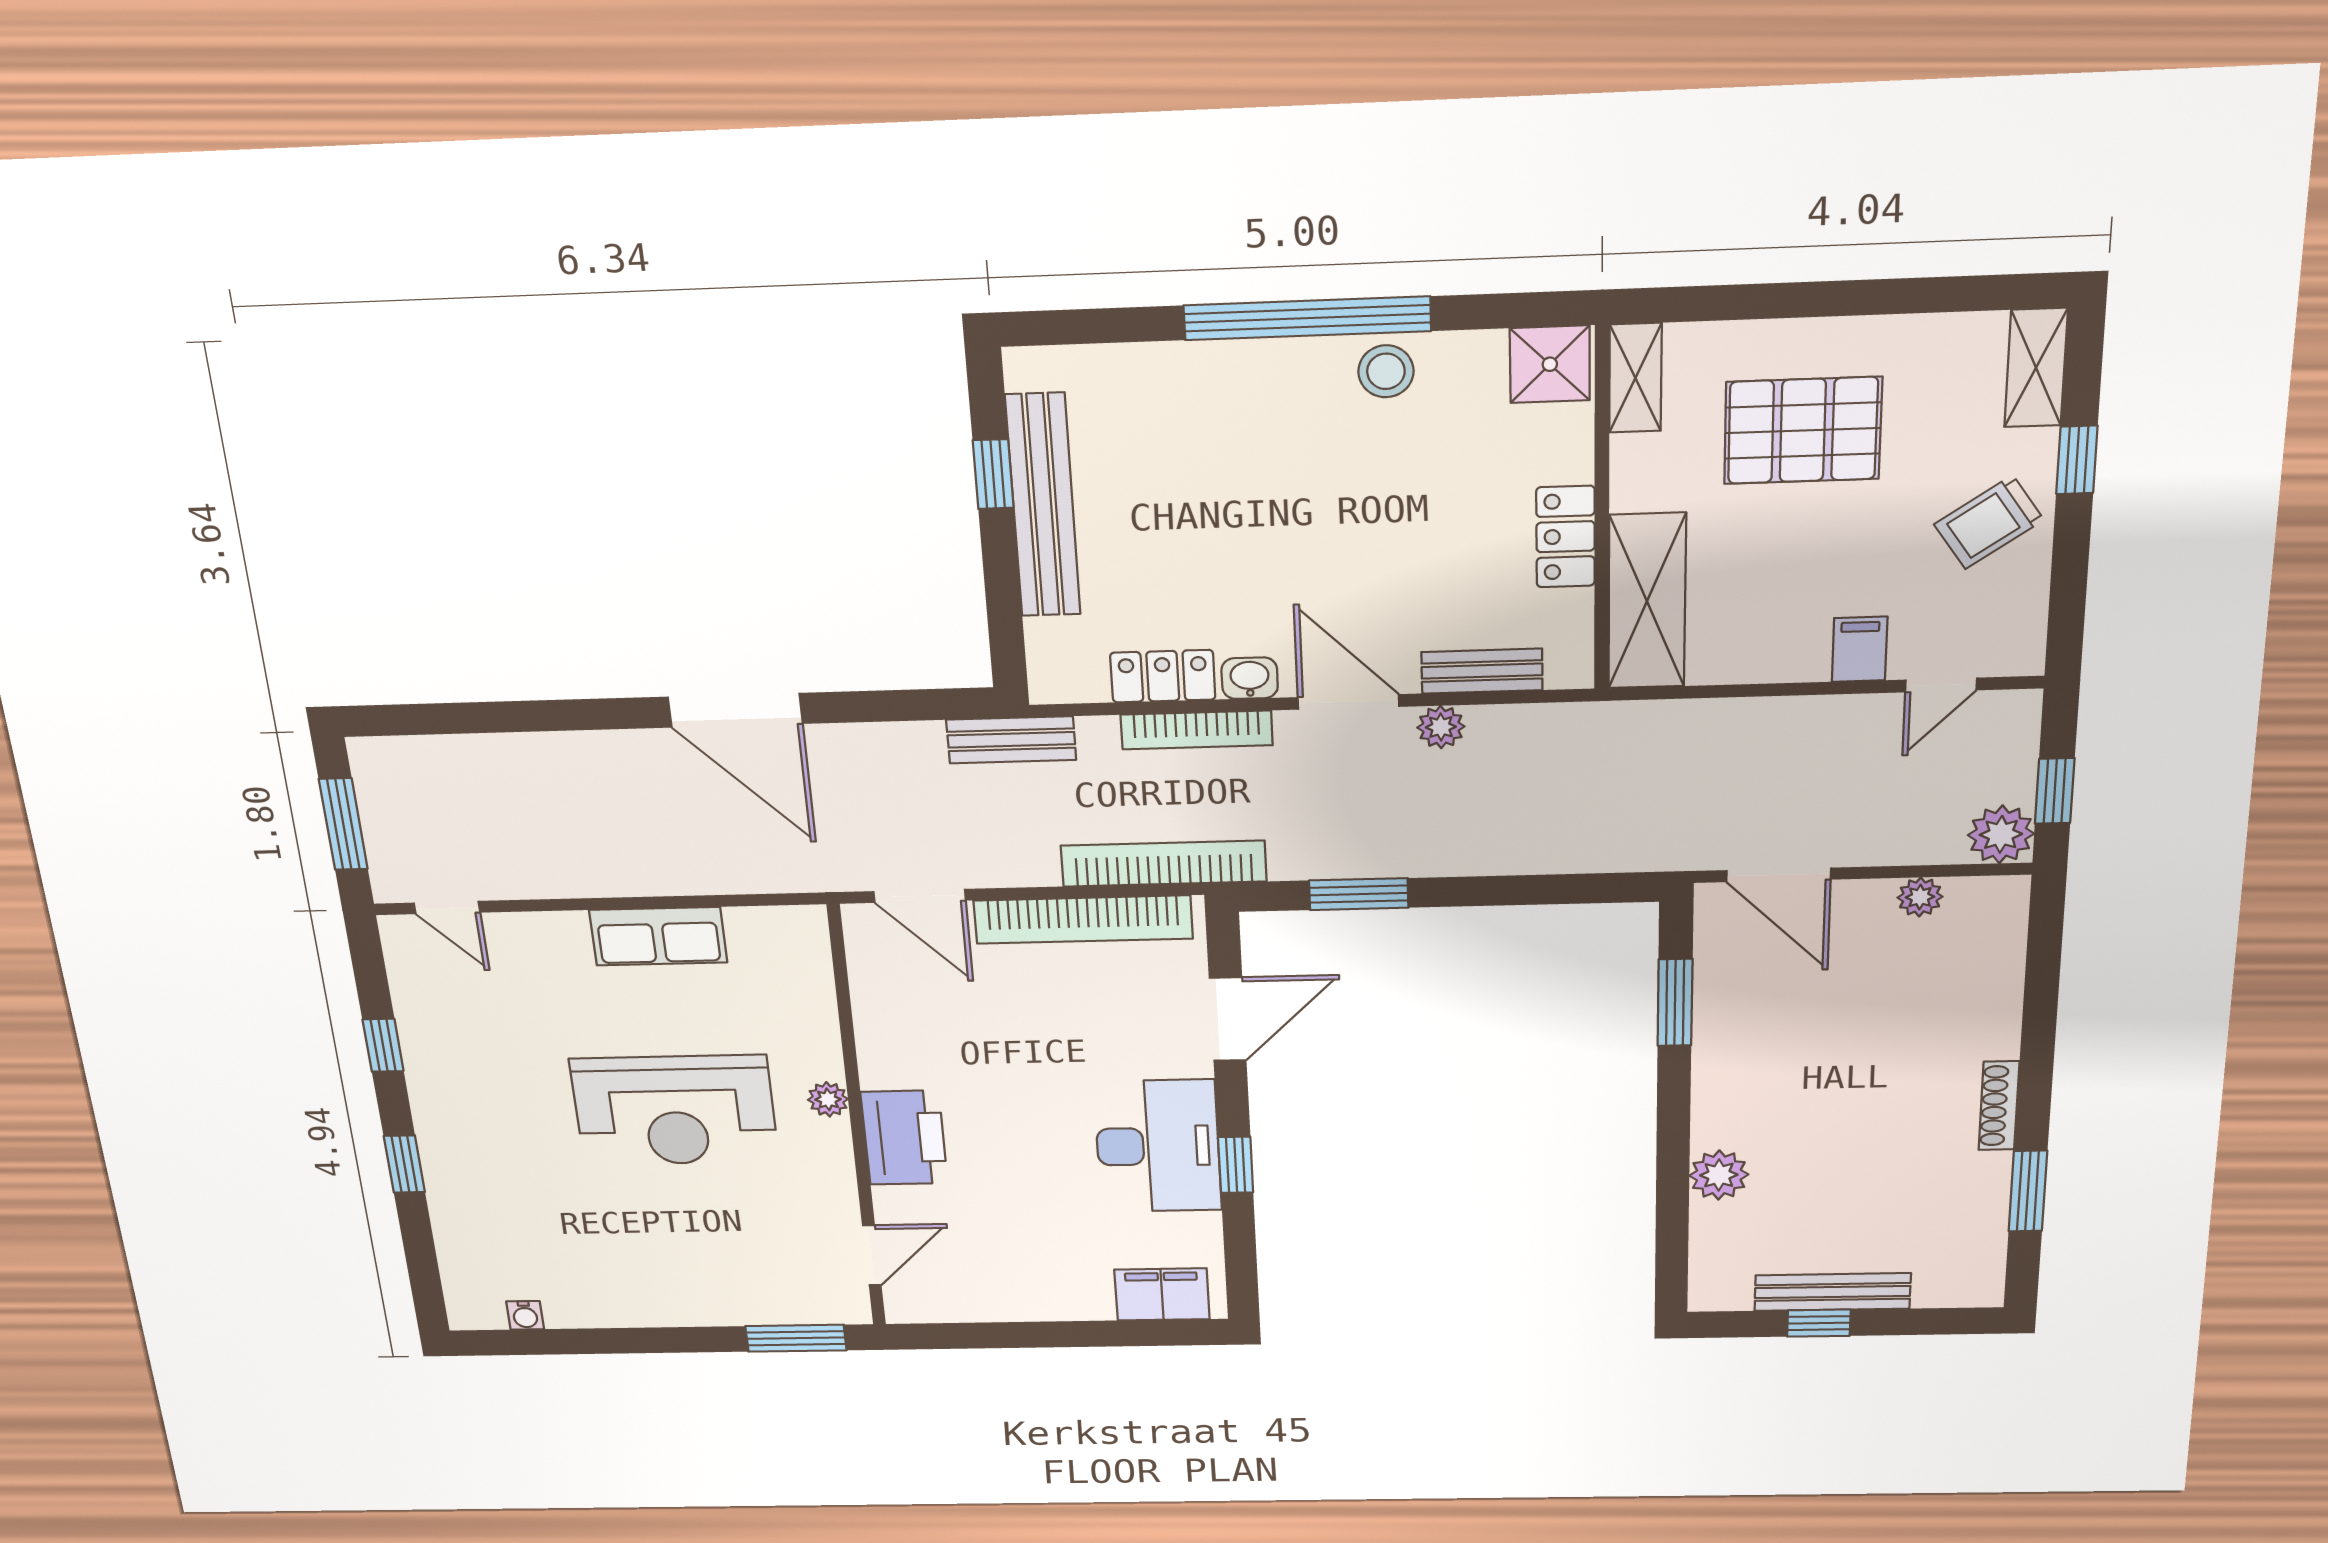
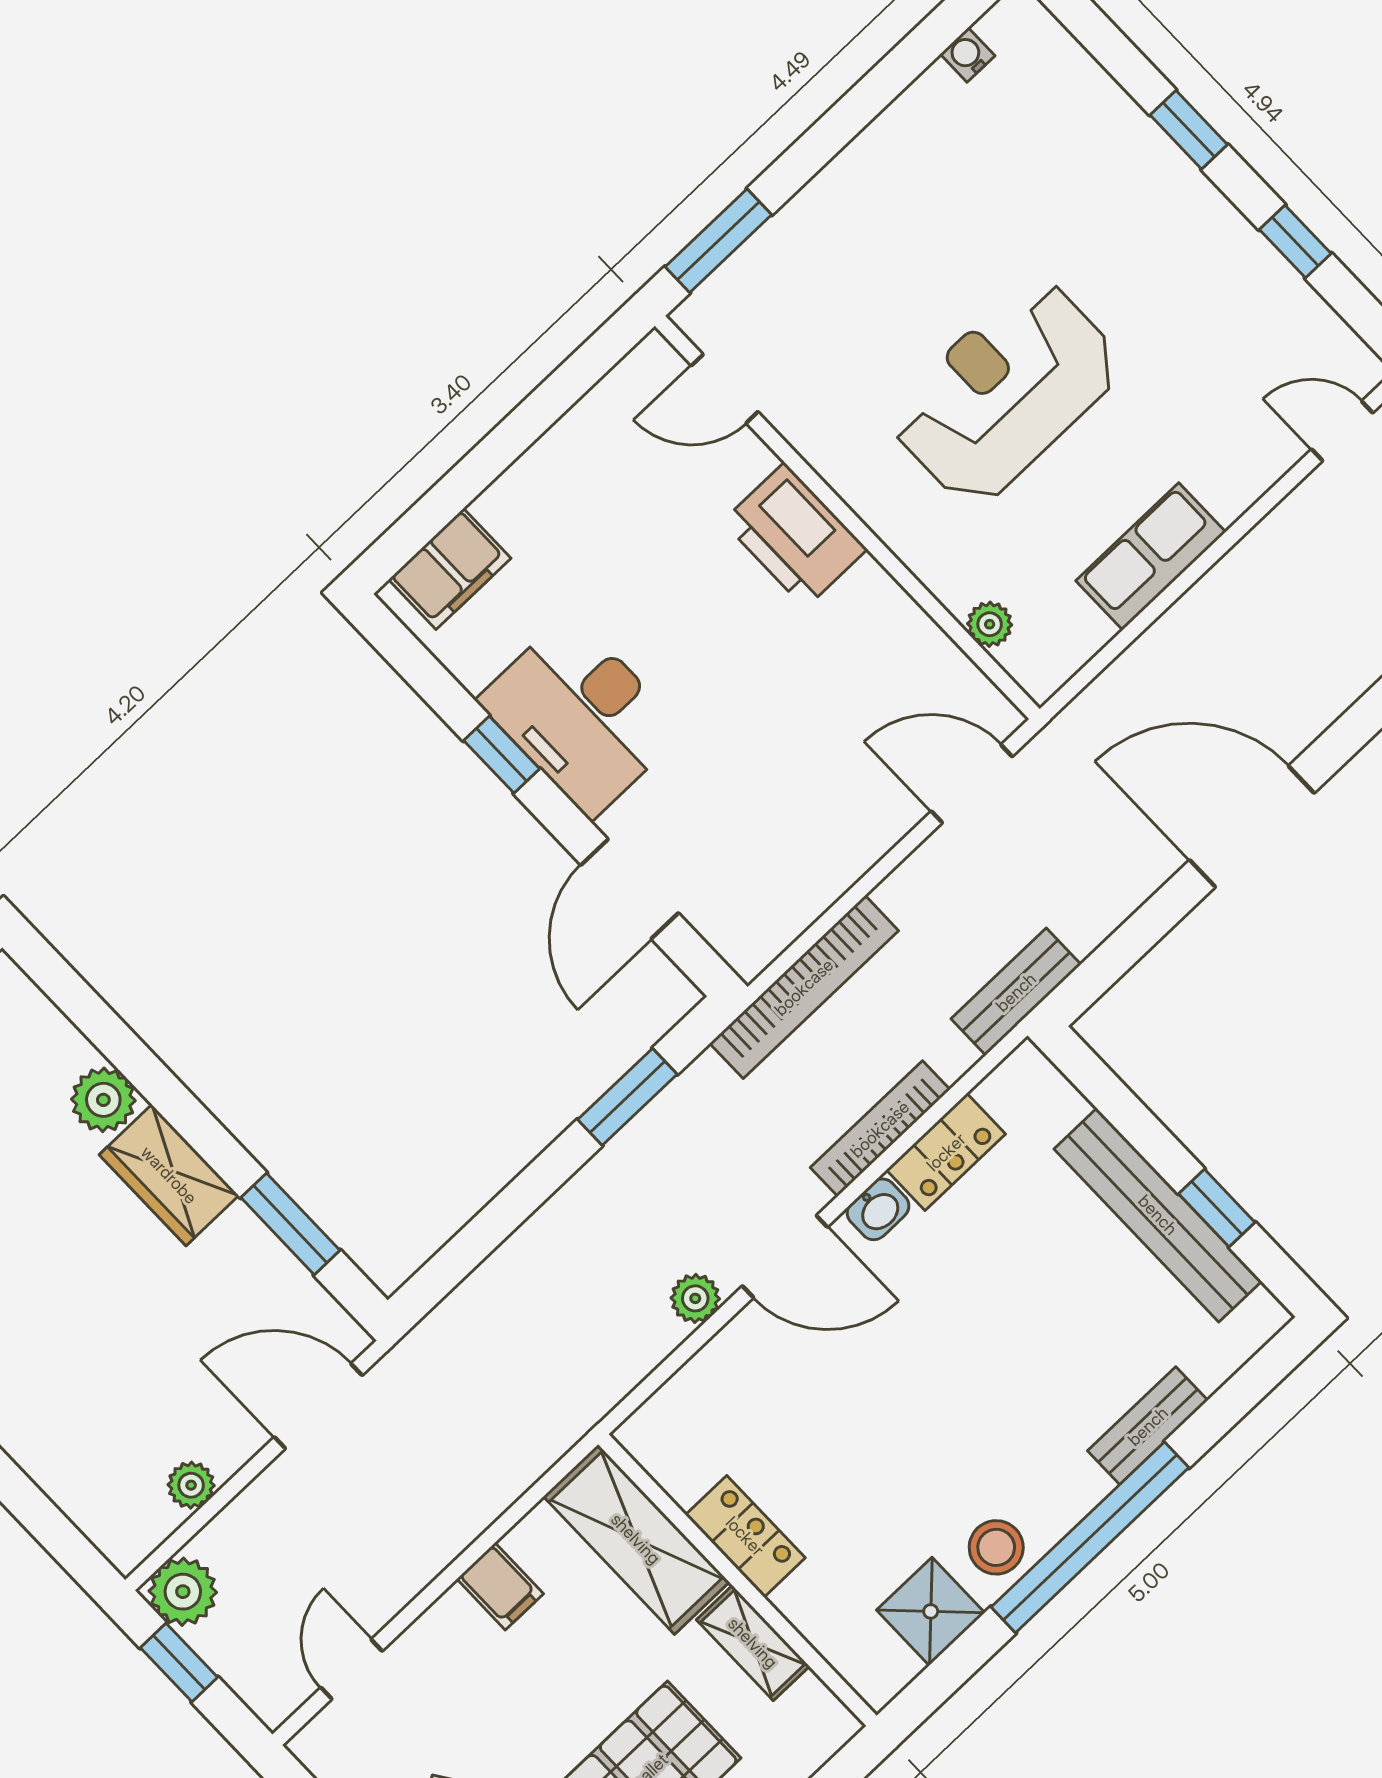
shower: (1550, 364) -> (931, 1611), moved
shelving: (1635, 378) -> (753, 1643), moved
filing cabinet: (1860, 649) -> (500, 1586), moved
bench: (1482, 671) -> (1148, 1426), moved
bookcase: (1083, 920) -> (824, 878), removed
wardrobe: (1725, 1097) -> (169, 1175), added
plant: (828, 1099) -> (990, 624), moved
door: (872, 1255) -> (725, 389), hinge flipped

